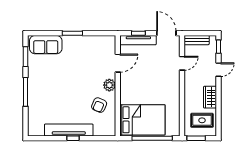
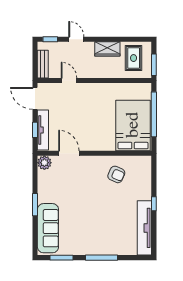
door: (166, 33) -> (35, 98), hinge flipped
sofa: (46, 45) -> (48, 228), width x1.36
plant: (109, 85) -> (44, 163), moved
tv unit: (69, 130) -> (144, 228), moved

